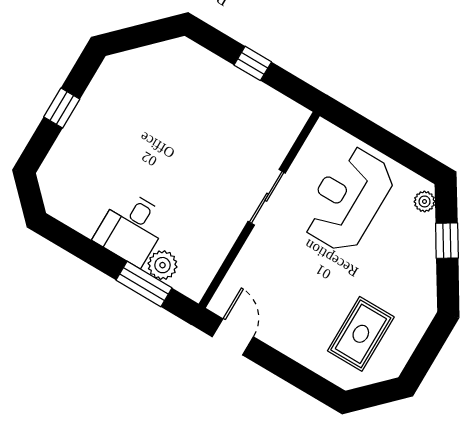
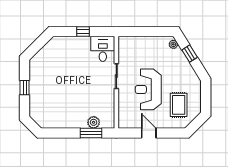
reception desk: (348, 199) -> (148, 89), moved
desk: (132, 228) -> (103, 49), moved, turned 180
door: (233, 337) -> (149, 133), moved

